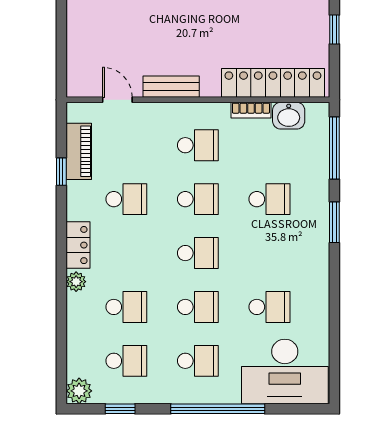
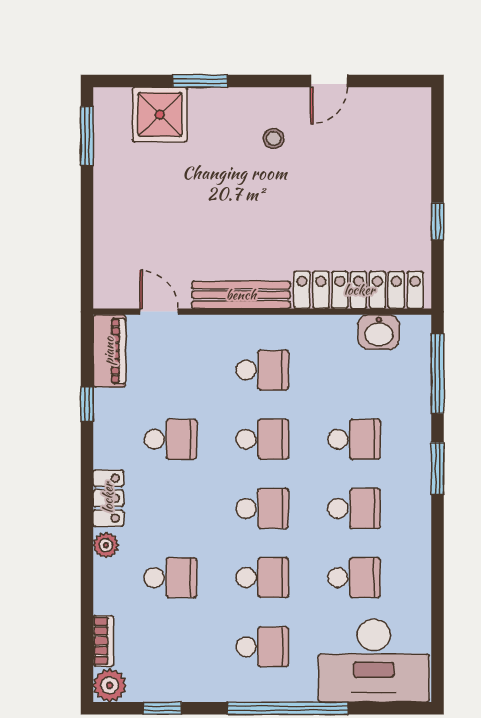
bench: (171, 87) -> (241, 295), width x1.36
bookcase: (251, 110) -> (103, 641), moved, turned -90
piano: (79, 151) -> (109, 351), moved
school desk: (126, 361) -> (354, 508), moved

